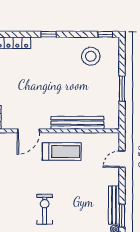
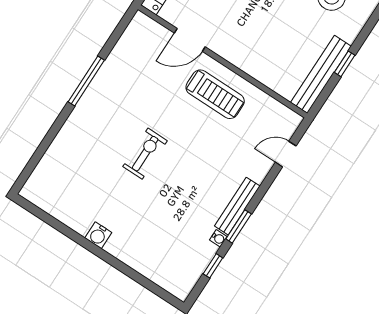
window: (122, 89) -> (345, 64), width x0.67
bench: (77, 123) -> (321, 74), moved, turned 90

